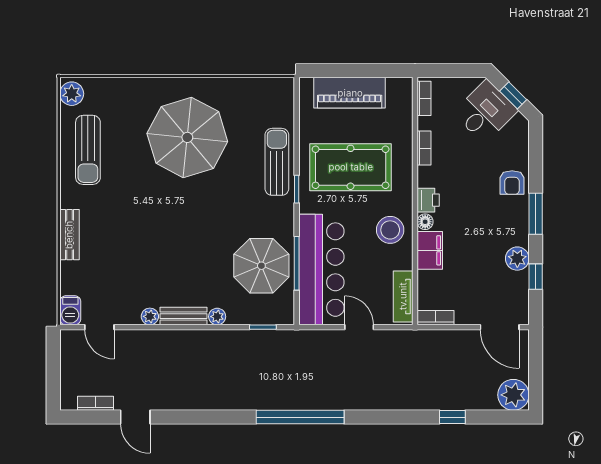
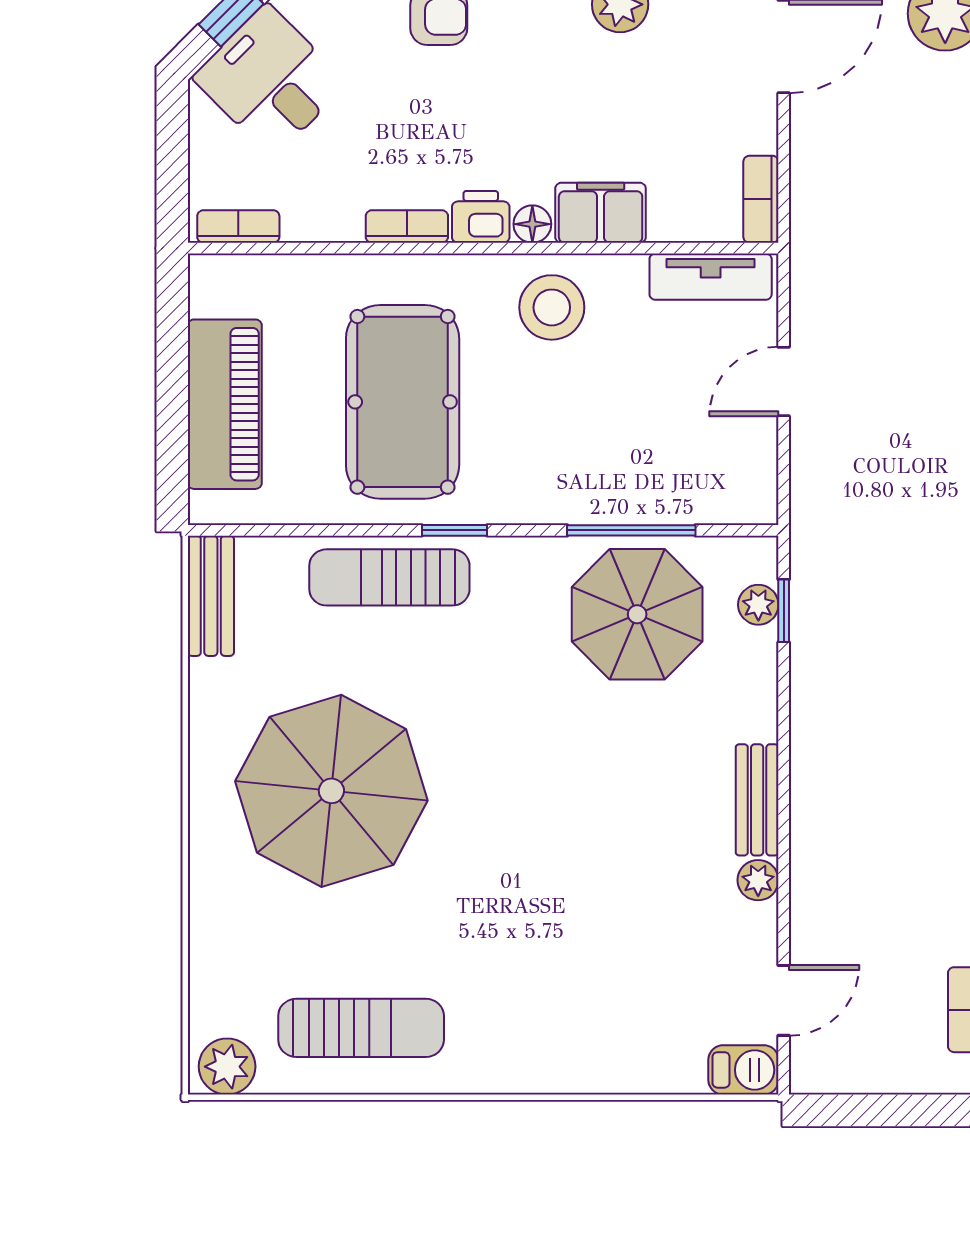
bookcase: (424, 148) -> (407, 227), moved
bench: (69, 235) -> (211, 596), moved, turned 90
bar counter: (321, 270) -> (646, 471), removed
plant: (217, 317) -> (758, 605), moved

